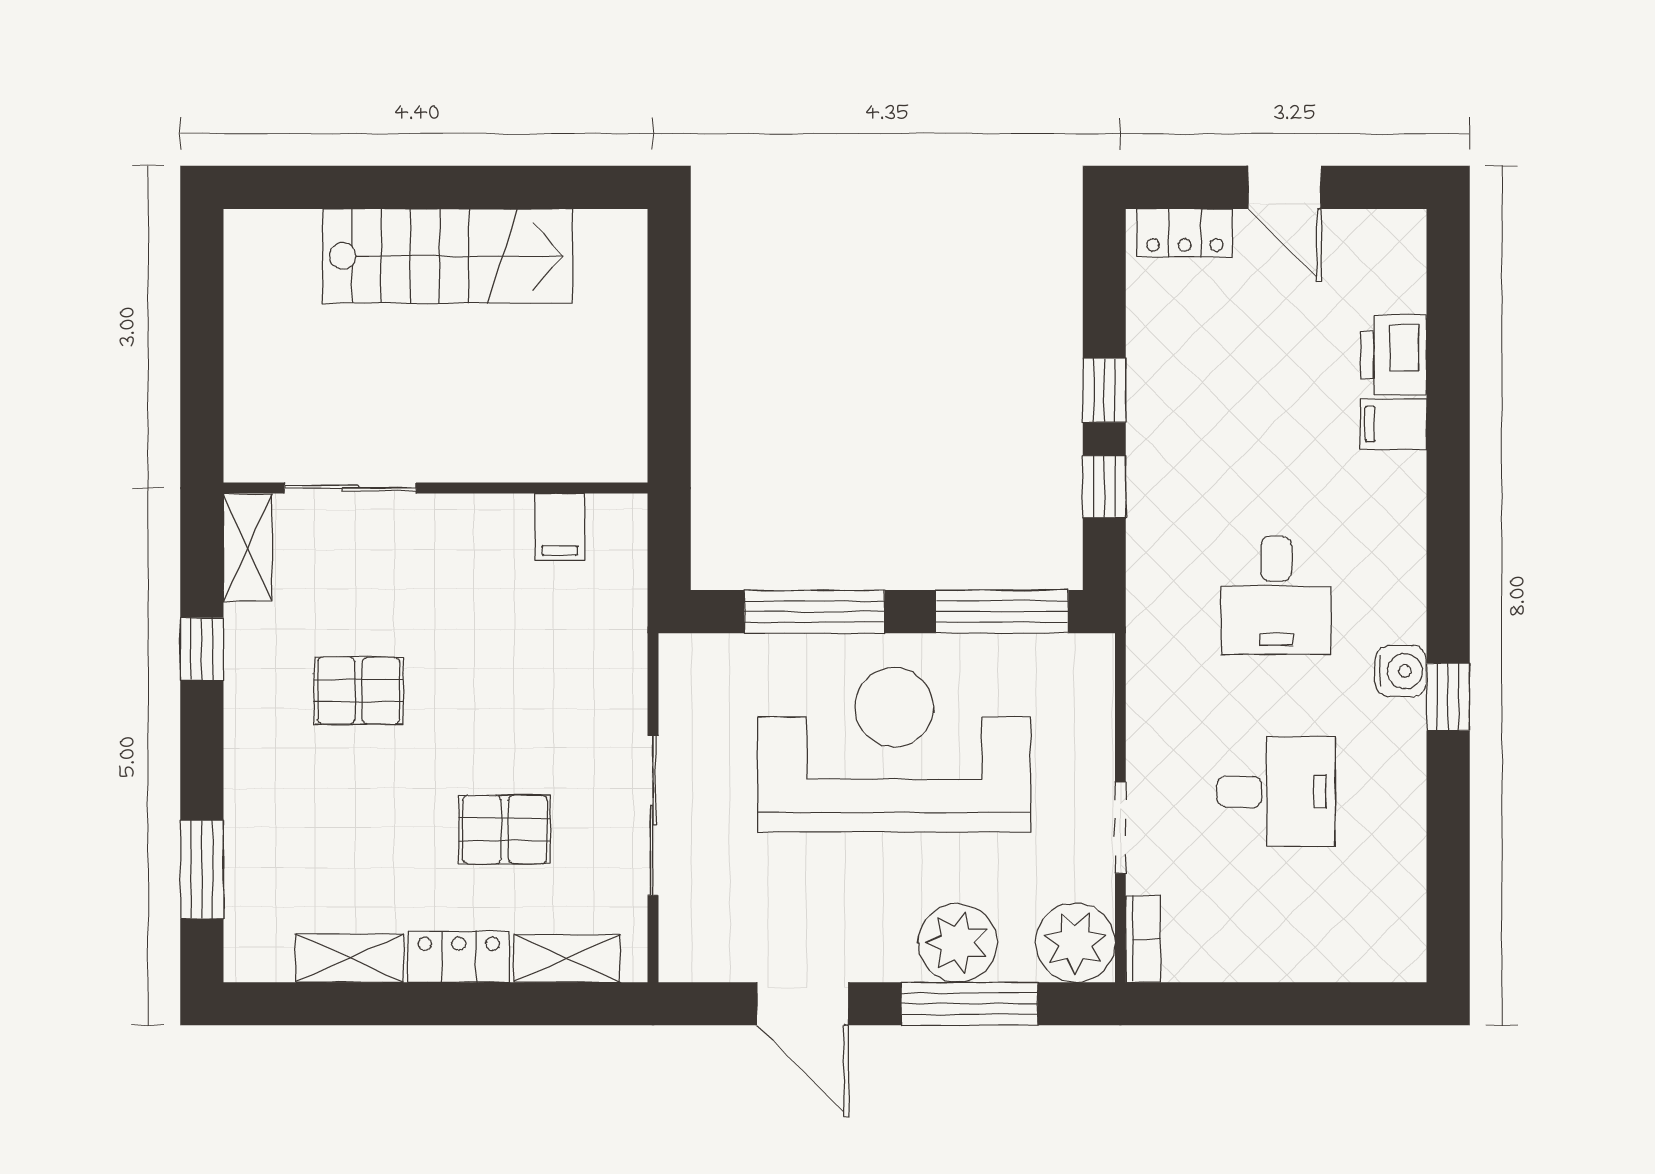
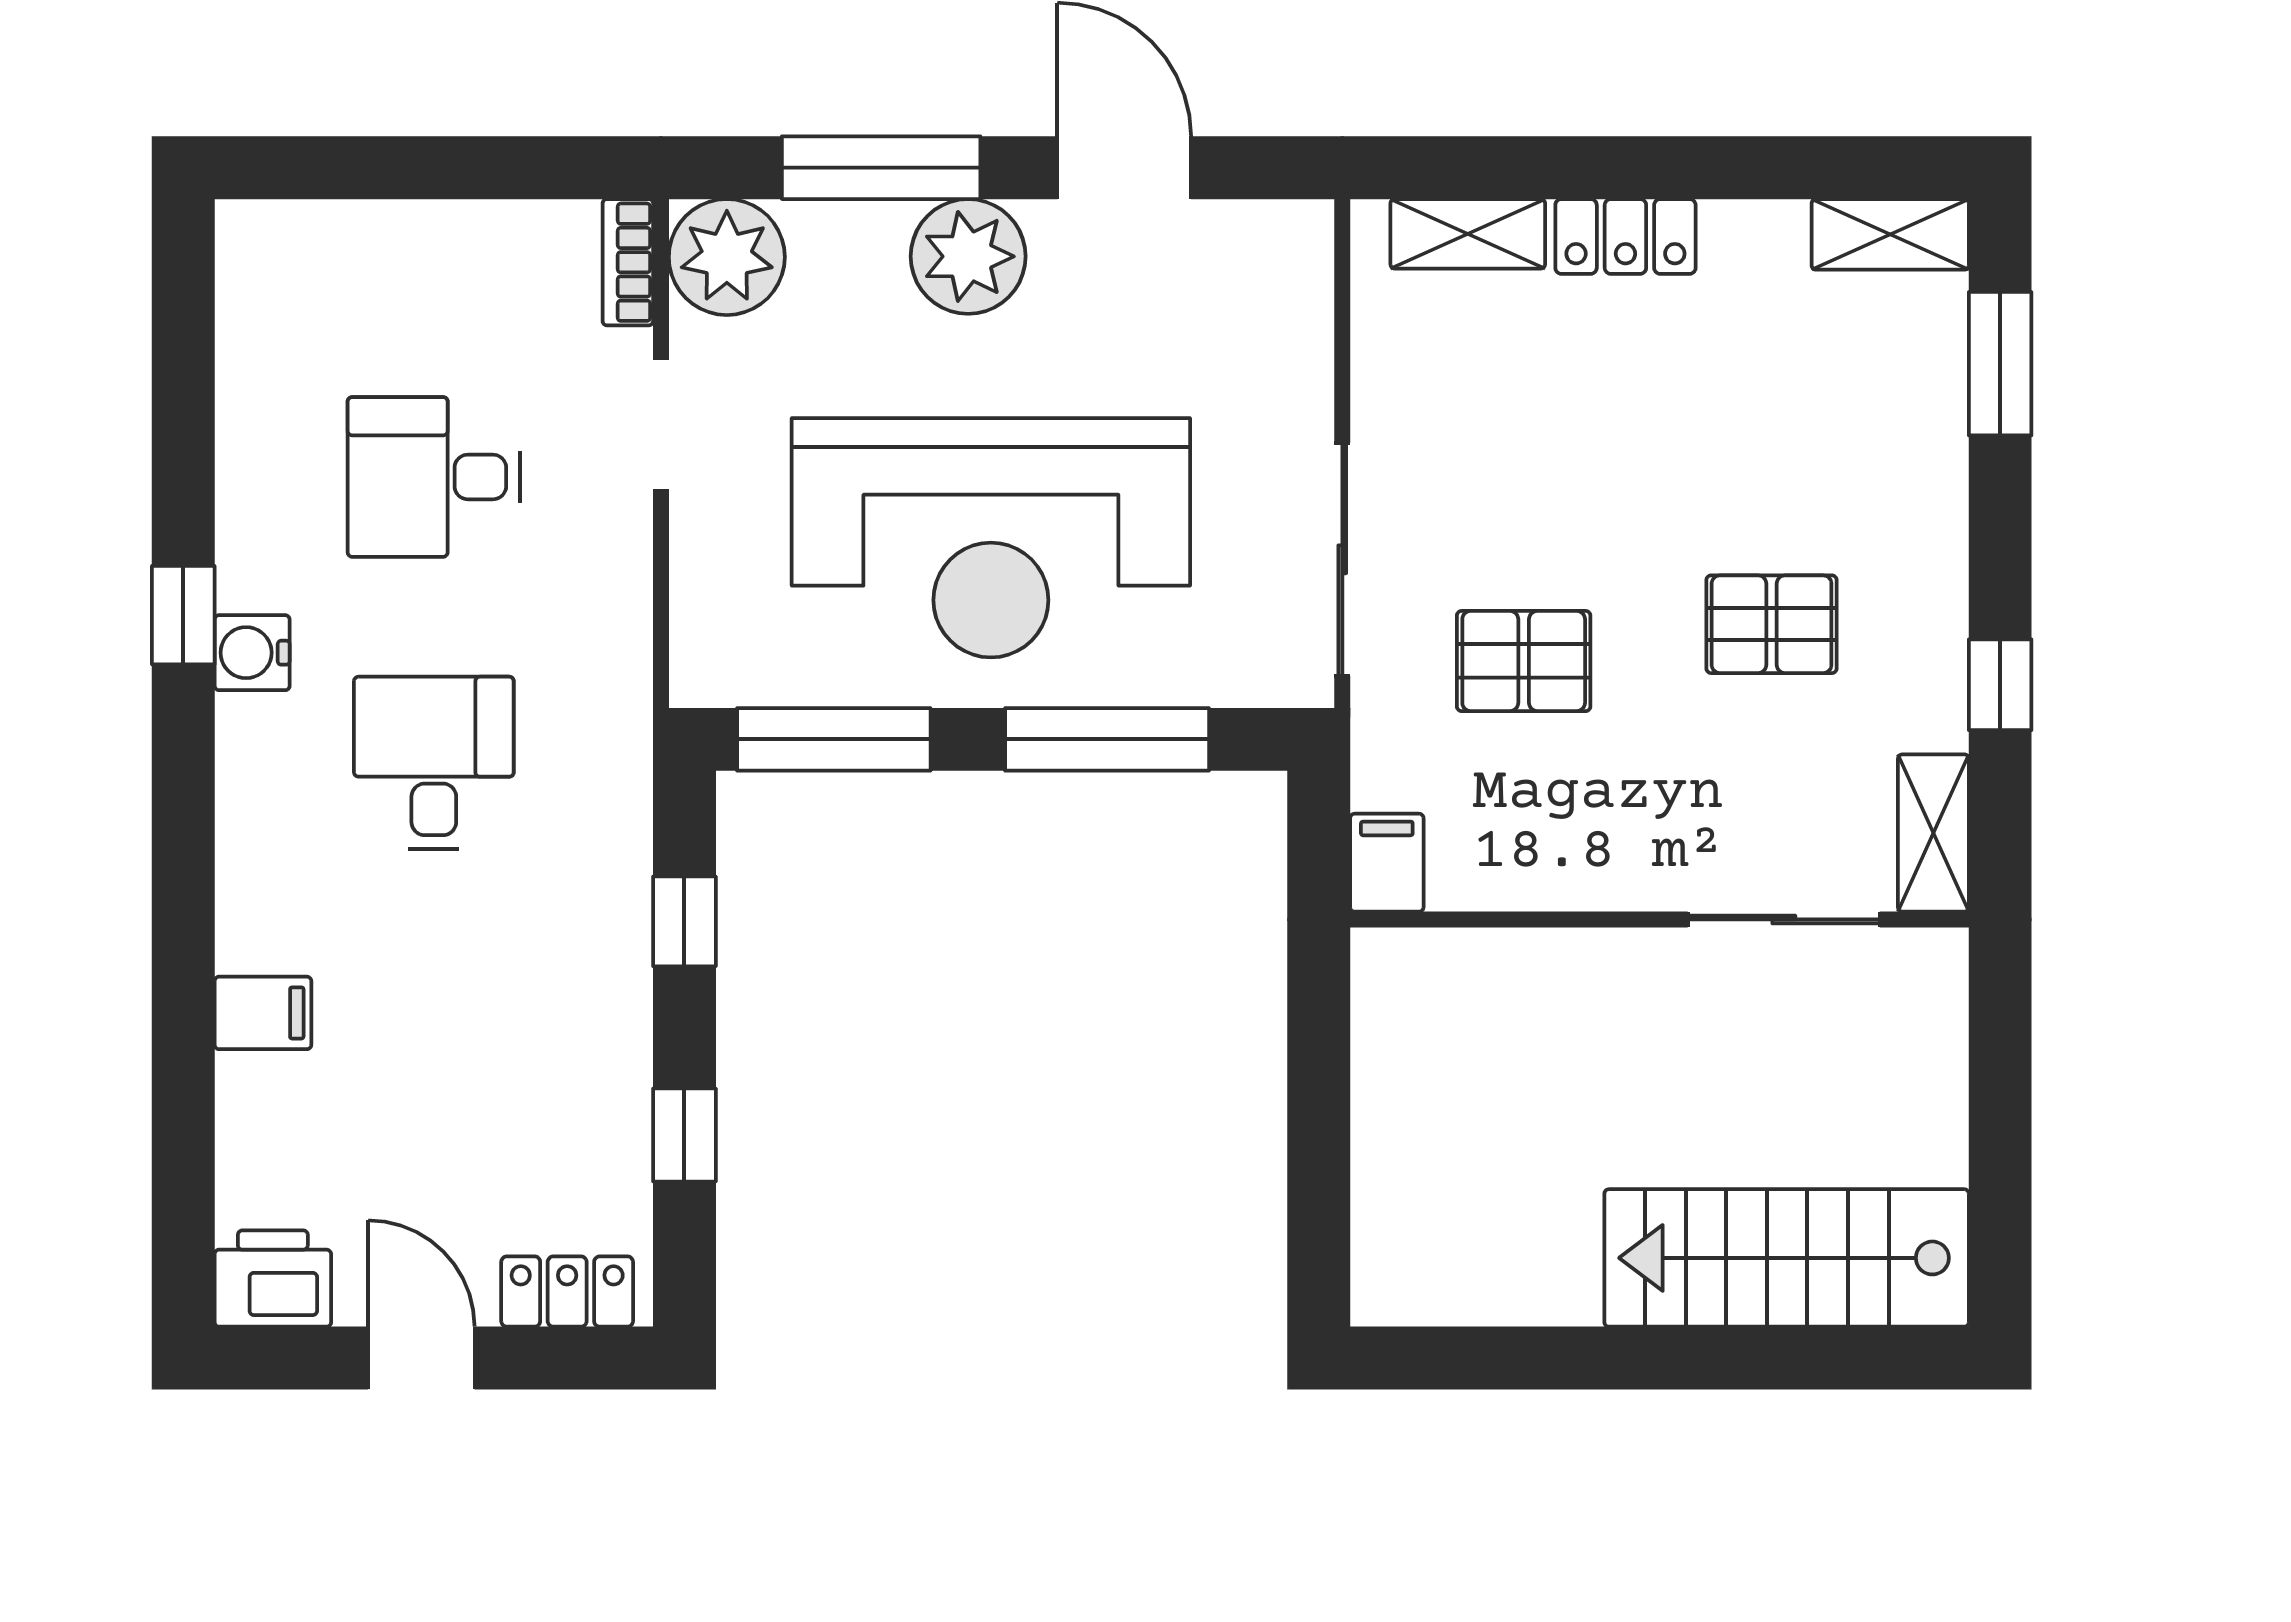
stairs: (448, 256) -> (1787, 1258), moved
printer: (1394, 355) -> (273, 1279), moved, turned -90
window: (1104, 390) -> (684, 1135), moved
filing cabinet: (560, 527) -> (1387, 863), moved
sliding door: (653, 815) -> (1342, 559), moved
pallet: (505, 829) -> (1524, 661), moved
plant: (958, 943) -> (968, 256), moved
shelving: (350, 958) -> (1890, 234), moved

